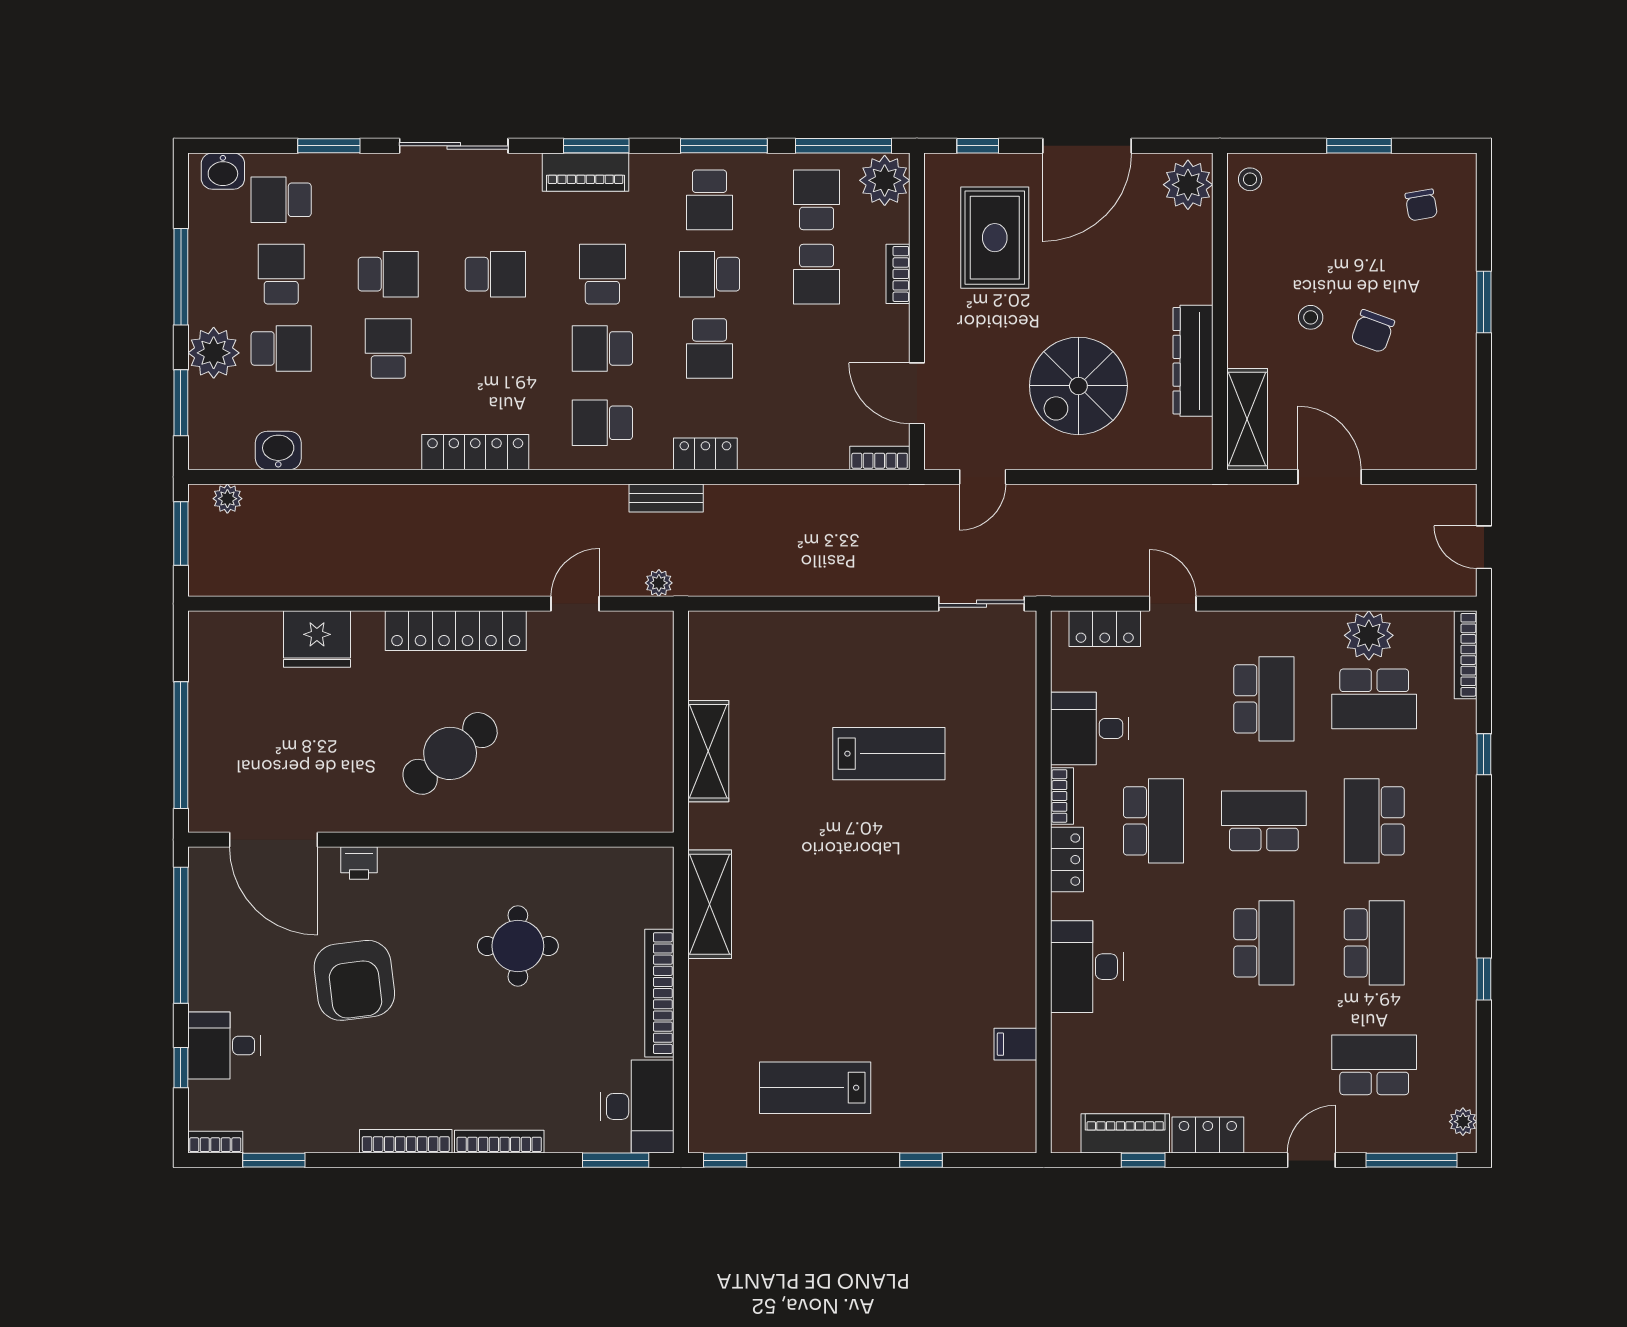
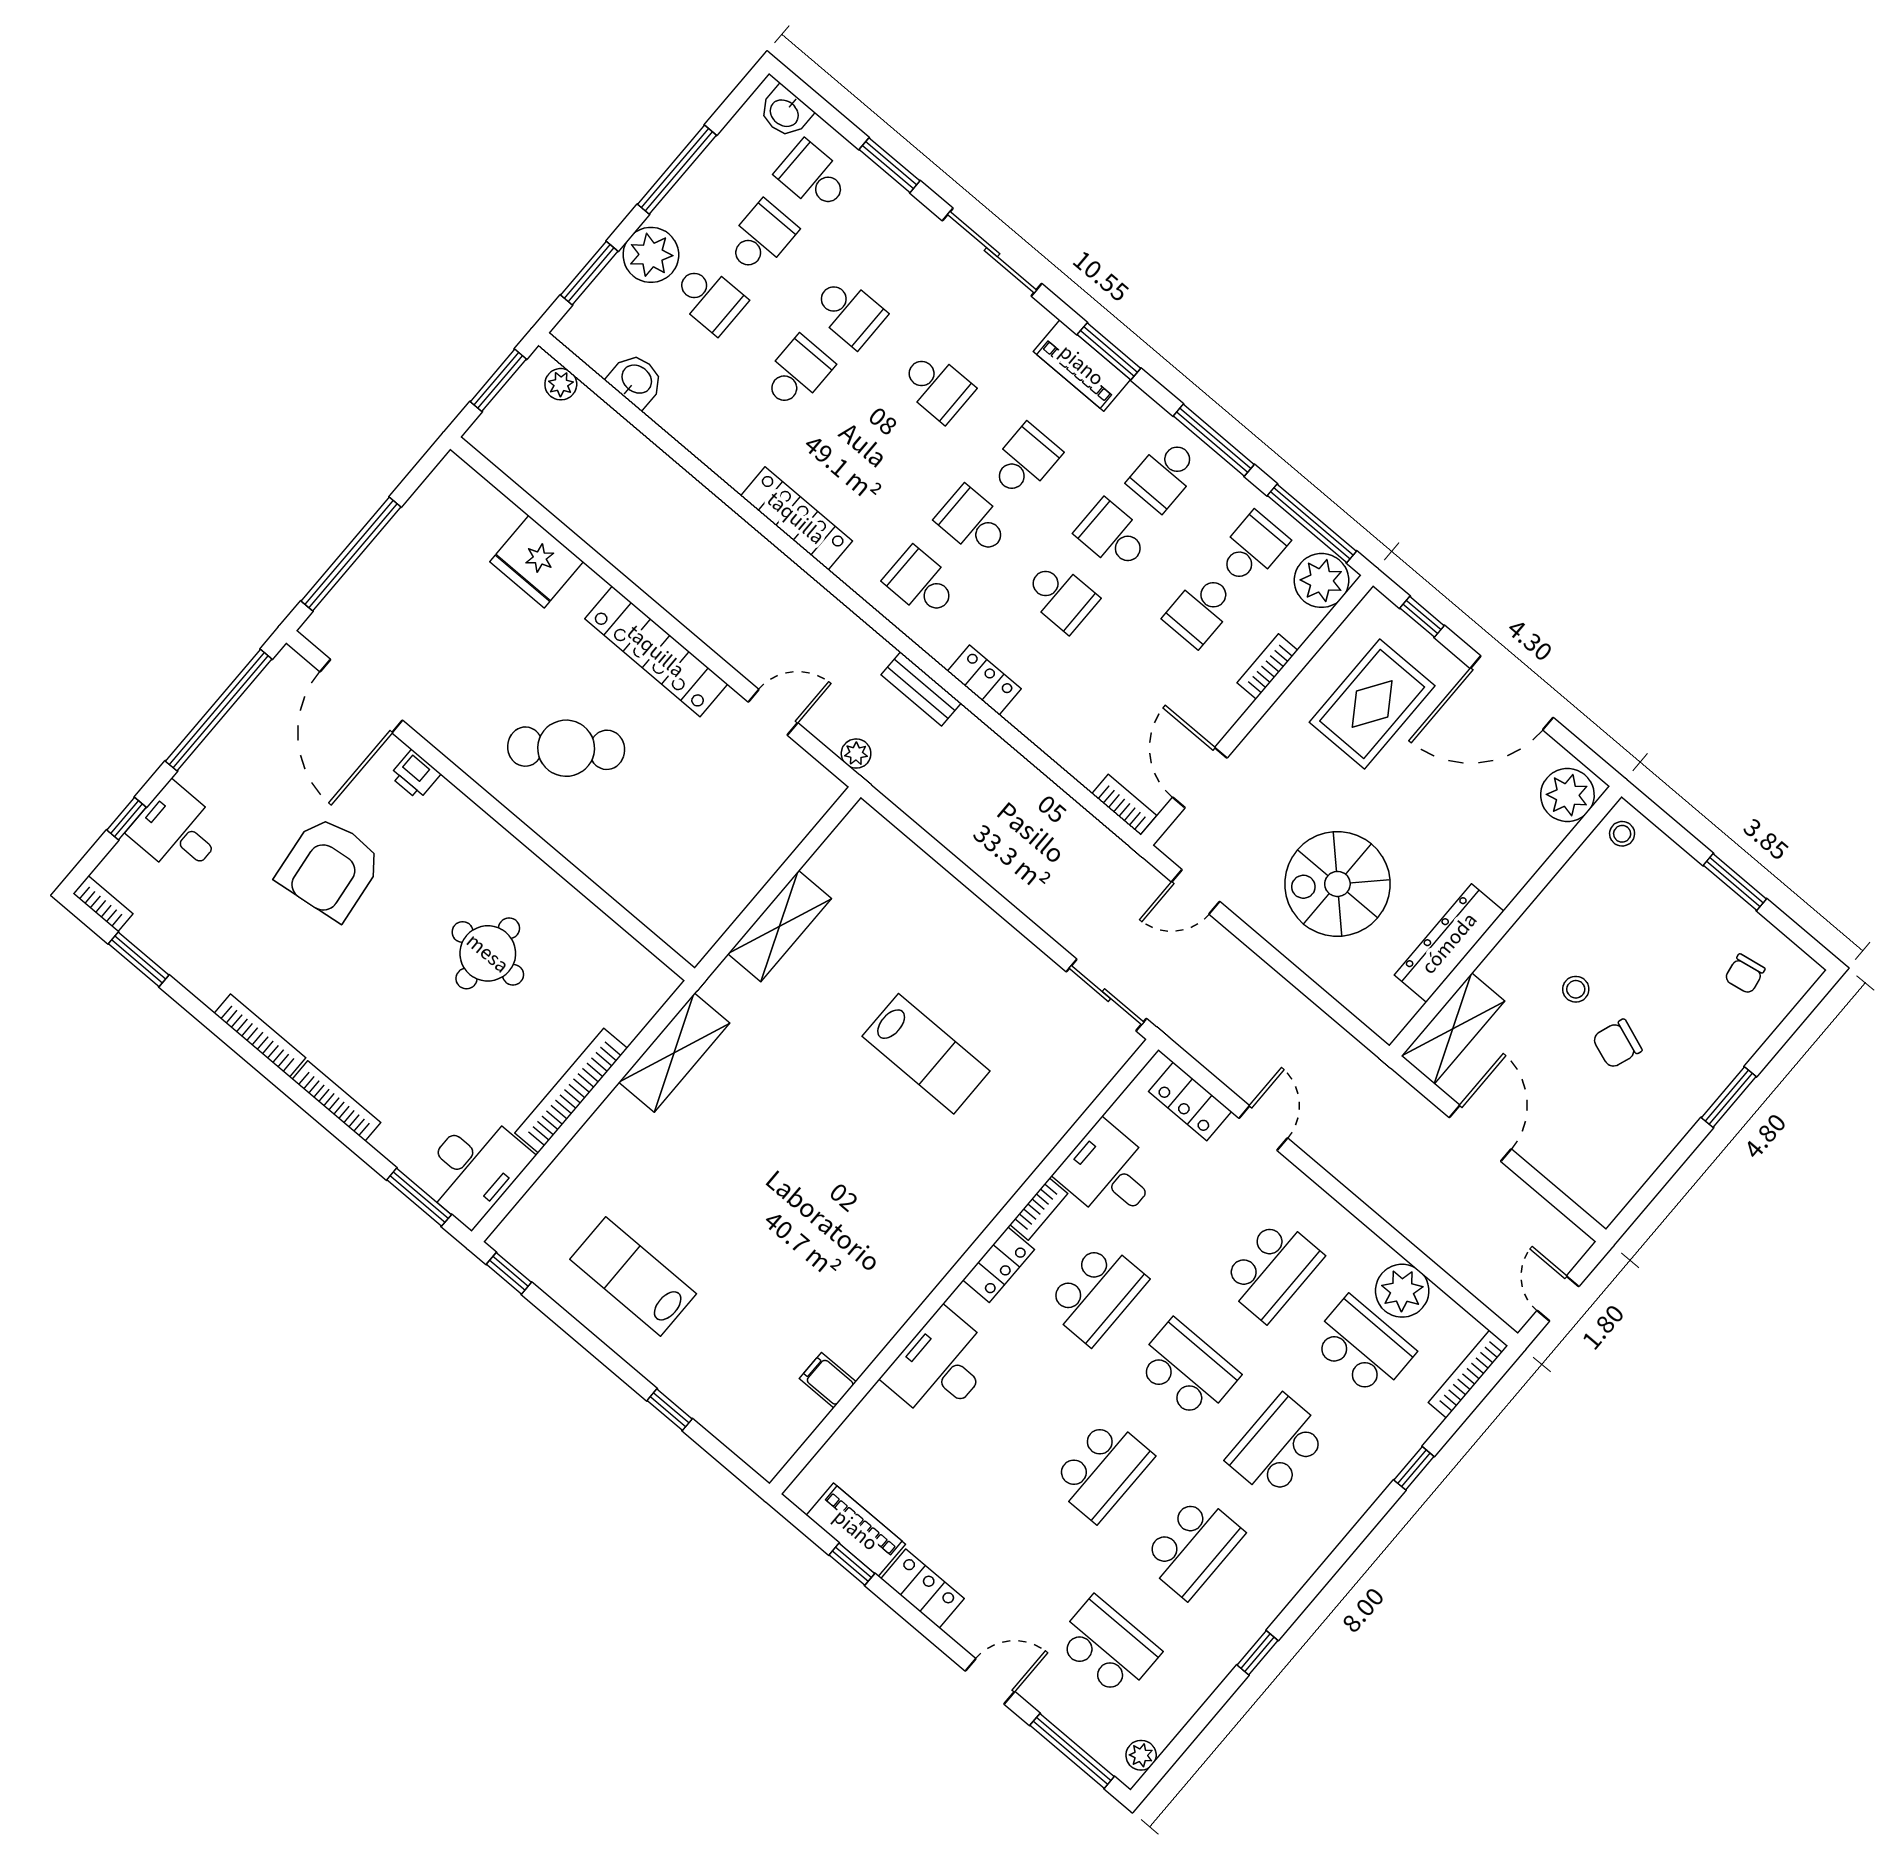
school desk: (709, 348) -> (1061, 596), turned -90
school desk: (1374, 699) -> (1362, 1347), turned 180

